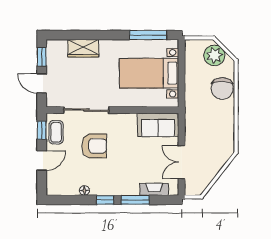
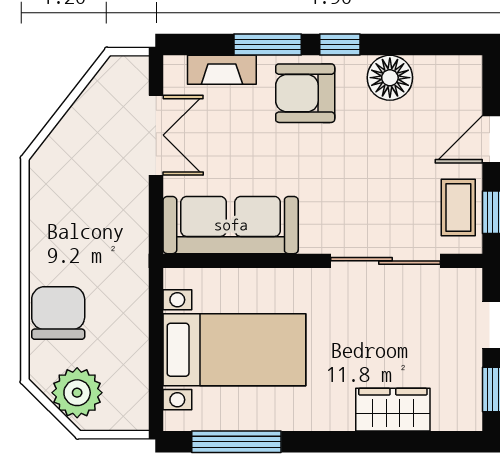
sofa: (158, 125) -> (231, 225), width x1.36
armchair: (94, 146) -> (305, 93), moved
floor lamp: (84, 191) -> (390, 78), width x1.89, depth x1.89

